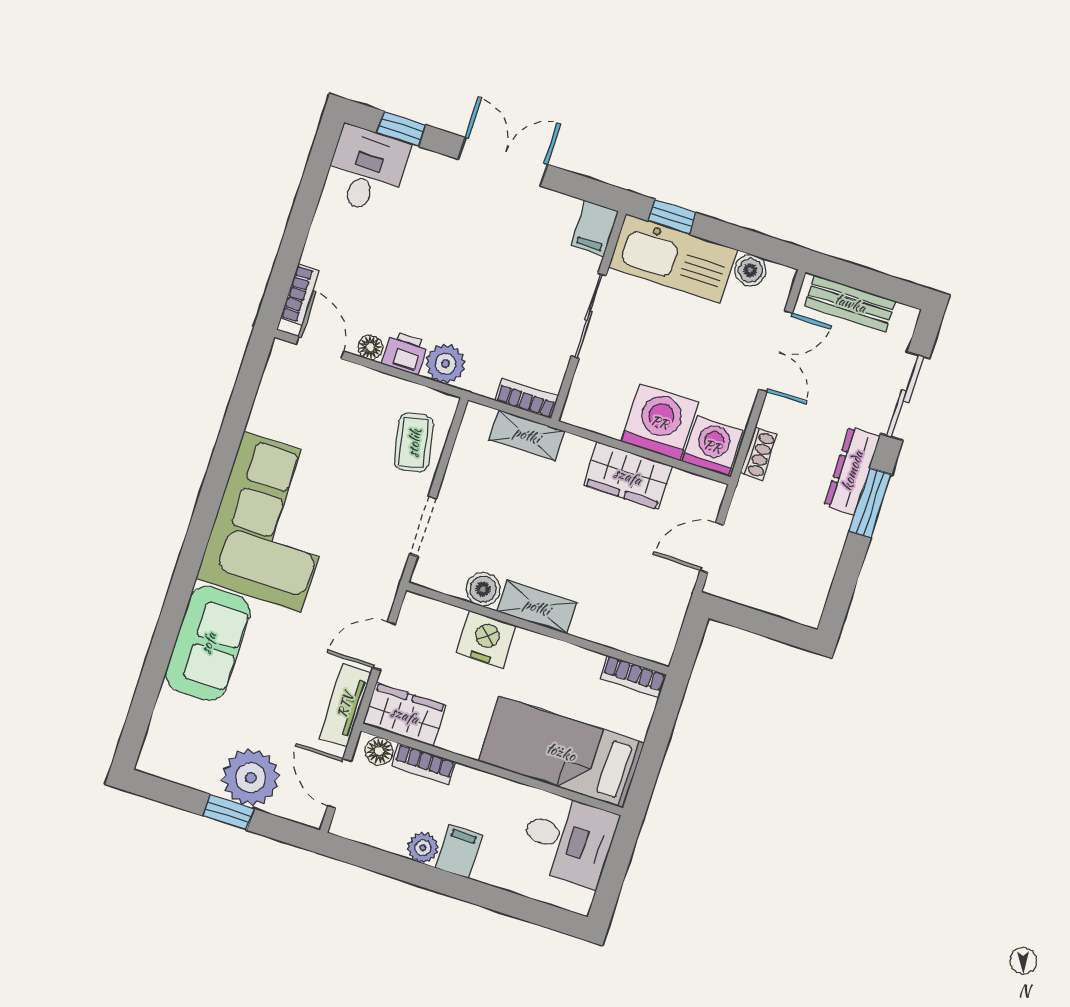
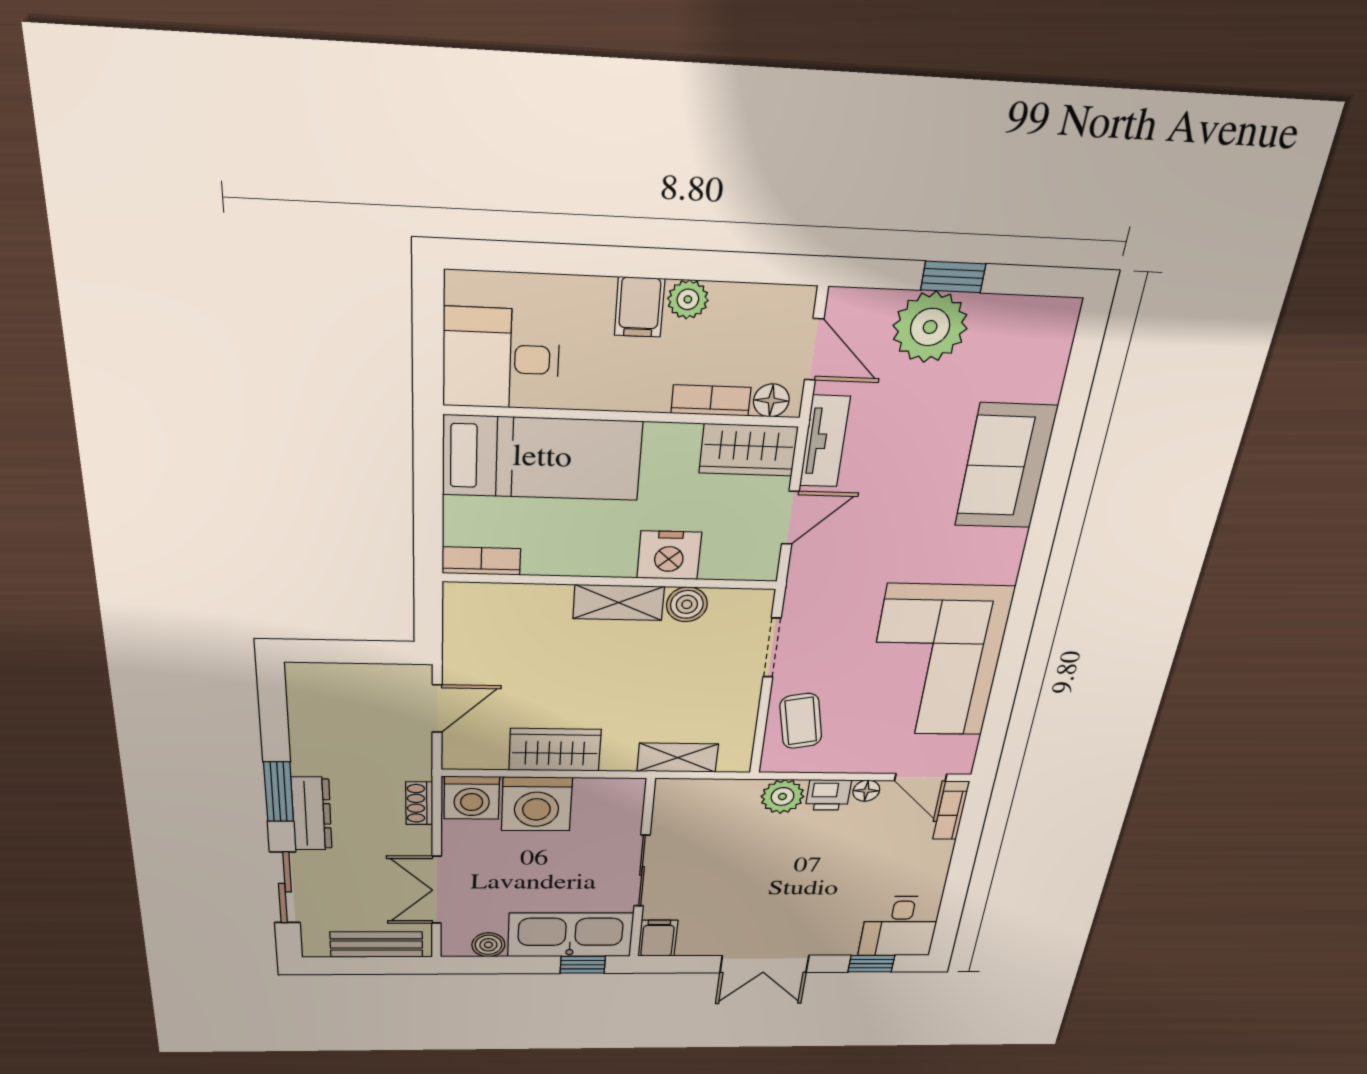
bookcase: (527, 398) -> (687, 789), removed
corner sofa: (272, 522) -> (936, 661), moved

